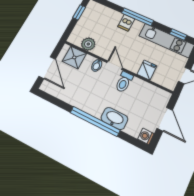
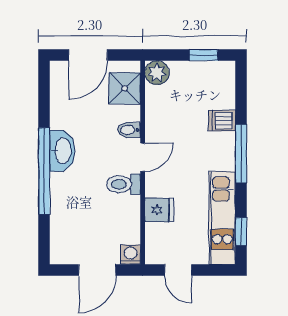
dishwasher: (126, 23) -> (222, 121), moved
plant: (88, 44) -> (157, 73), moved
washbasin: (114, 118) -> (62, 151), moved
washing machine: (146, 136) -> (131, 255), moved

